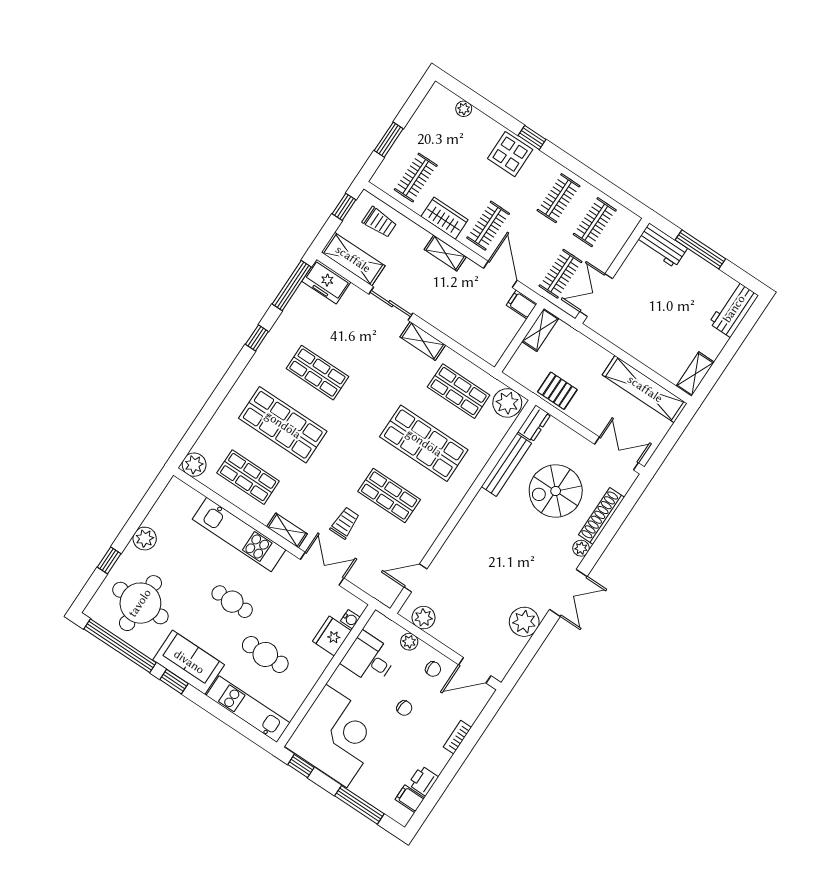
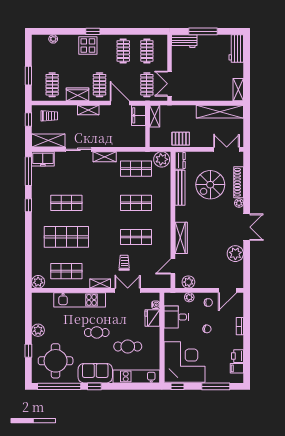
filing cabinet: (522, 304) -> (138, 115), width x2.00
shop shelf: (424, 443) -> (136, 203), width x0.70, depth x0.74
wardrobe: (457, 543) -> (181, 238), added

